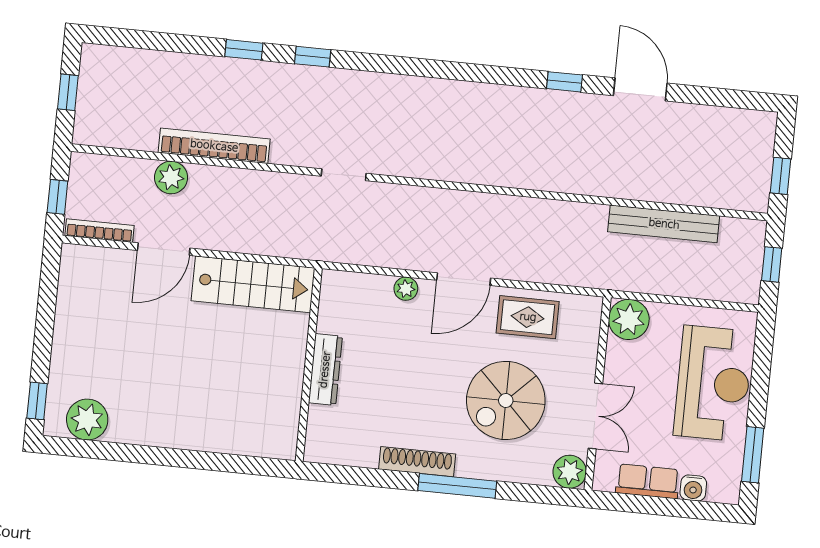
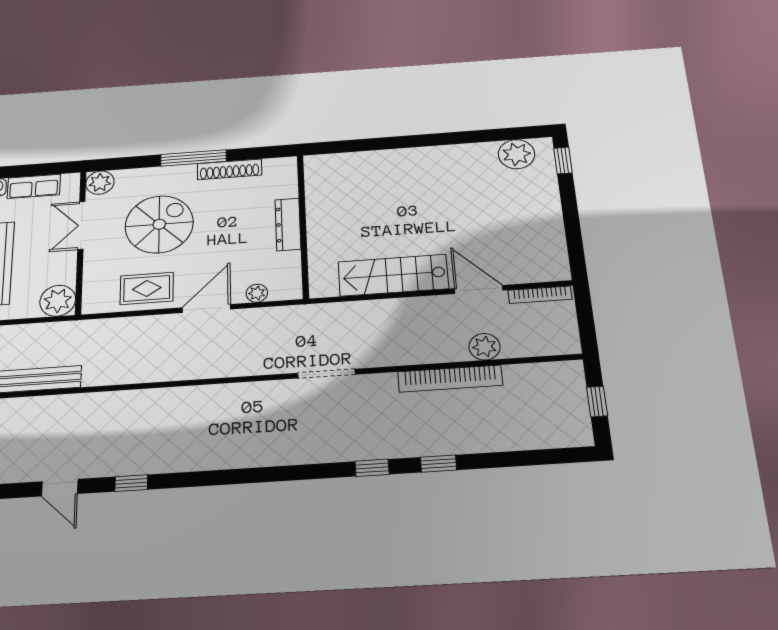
door: (640, 89) -> (60, 488), width x0.73
doorway: (344, 175) -> (326, 374), width x1.38
window: (57, 197) -> (585, 315), removed
door: (164, 249) -> (479, 289), hinge flipped
wall: (309, 365) -> (303, 226), moved
dresser: (325, 370) -> (288, 224), moved

